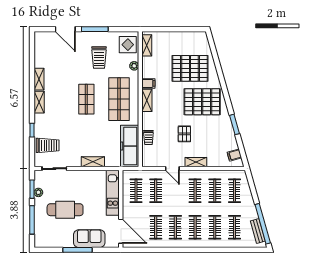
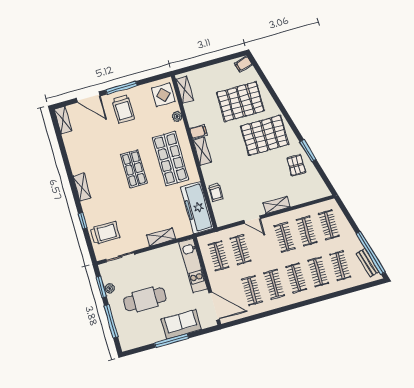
trolley: (99, 58) -> (123, 109), moved
shelving: (39, 79) -> (63, 120), moved
pallet: (184, 134) -> (296, 165), moved
filing cabinet: (234, 155) -> (243, 64), moved

